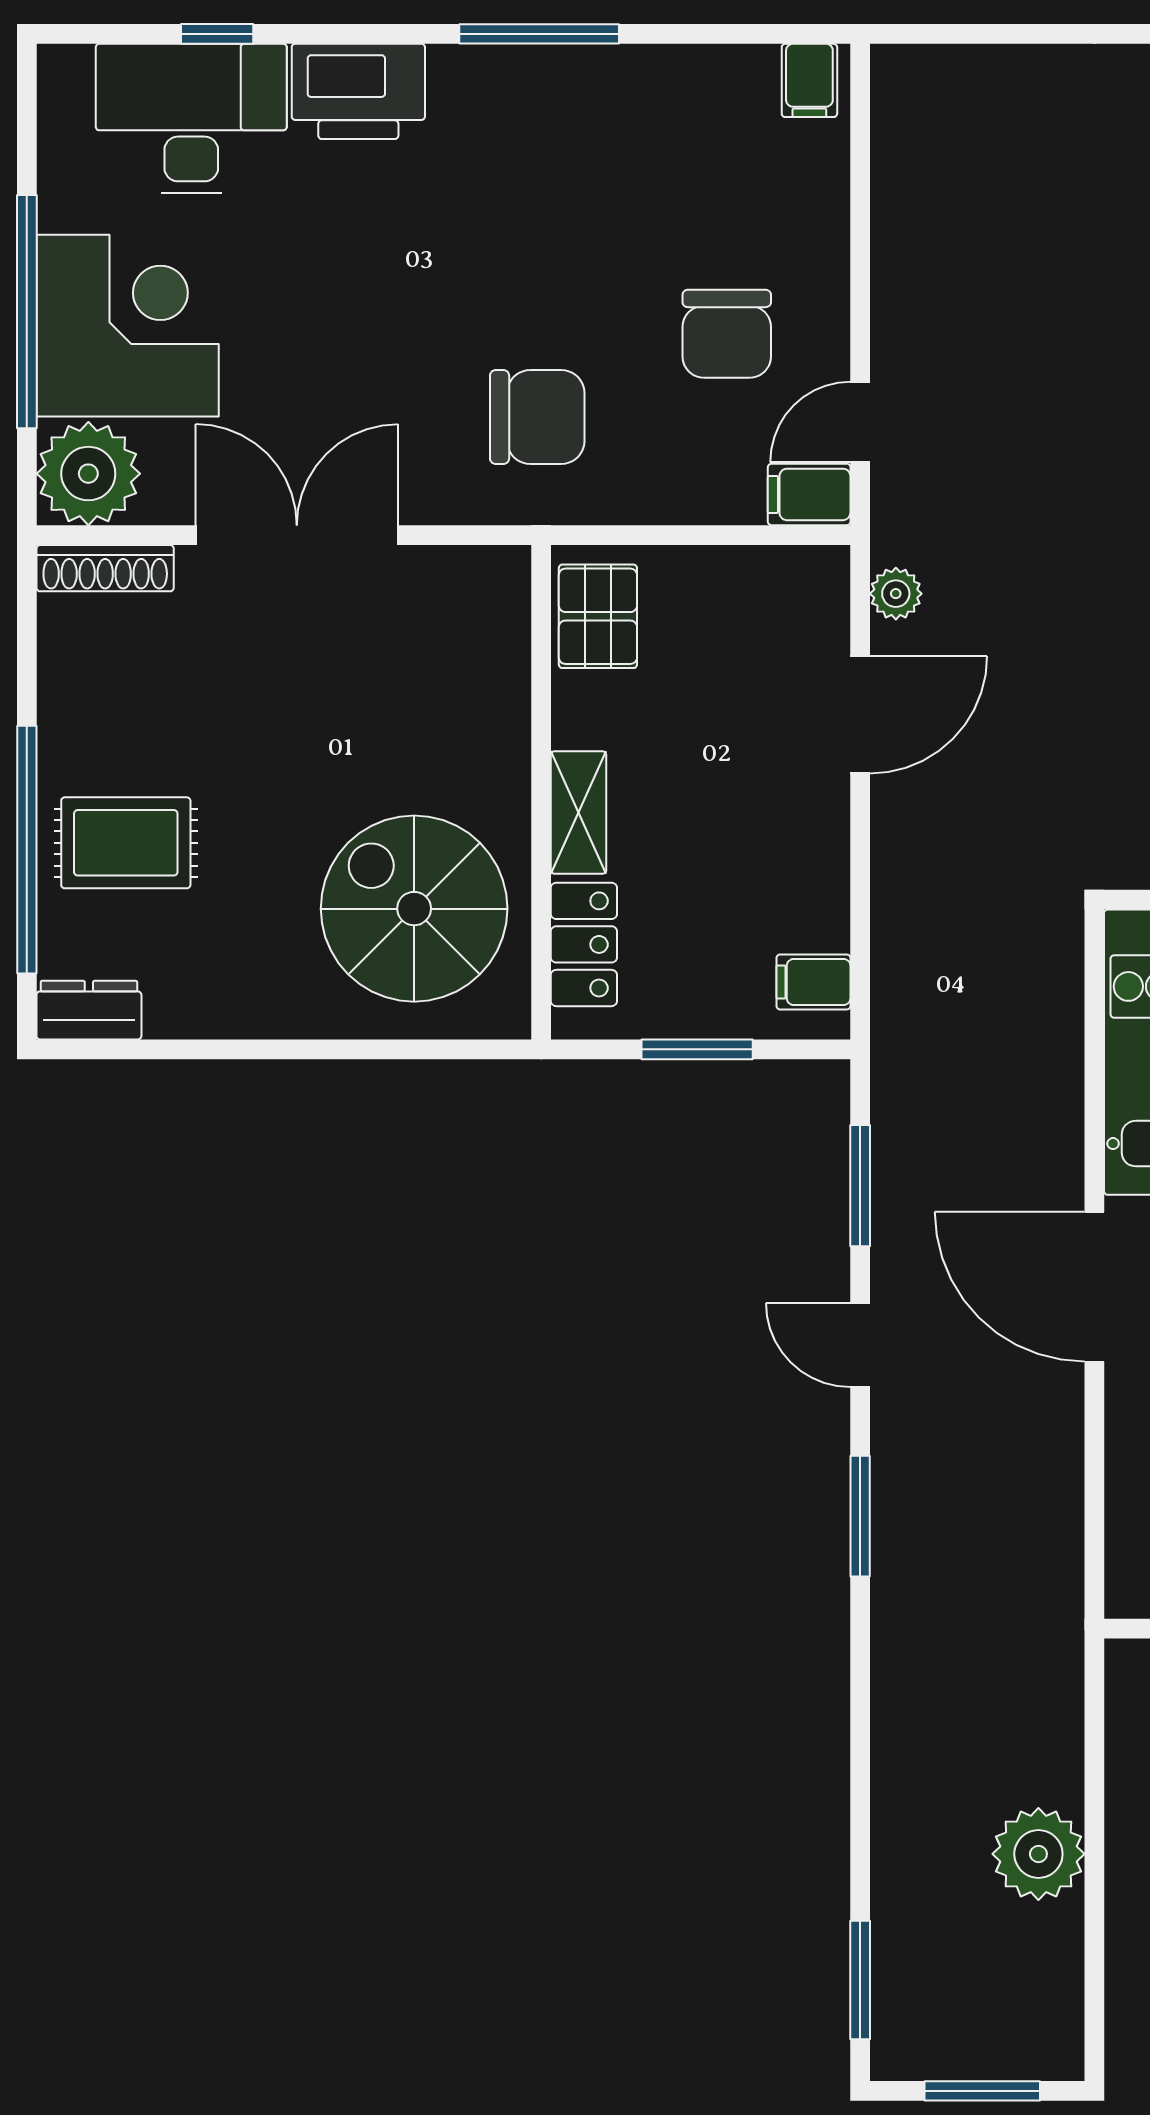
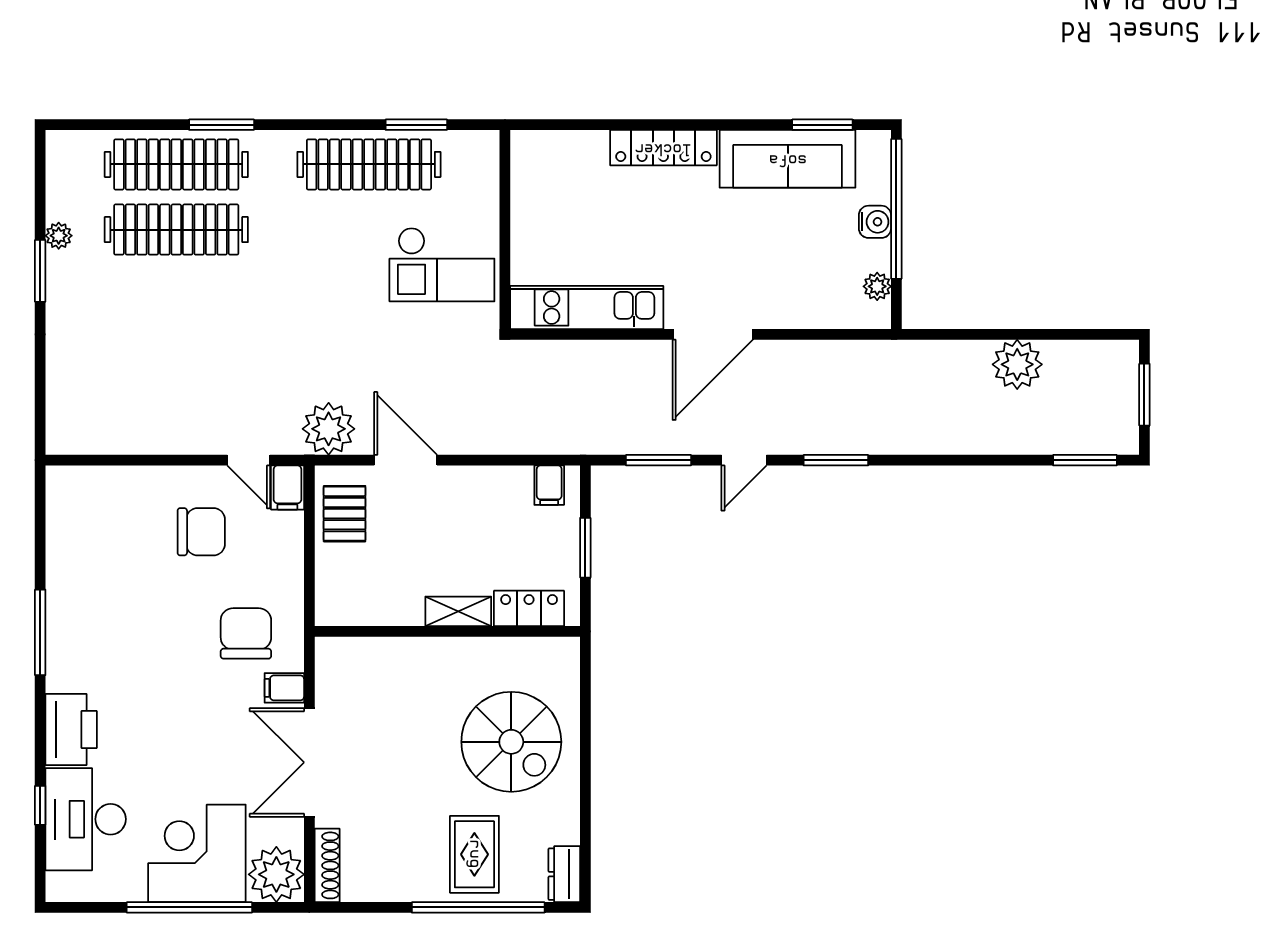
filing cabinet: (809, 80) -> (284, 688), moved, turned 180
plant: (896, 594) -> (329, 429), width x1.87, depth x1.87
pallet: (598, 616) -> (345, 514), moved, turned 90
spiral stairs: (414, 909) -> (511, 742), moved, turned -90

